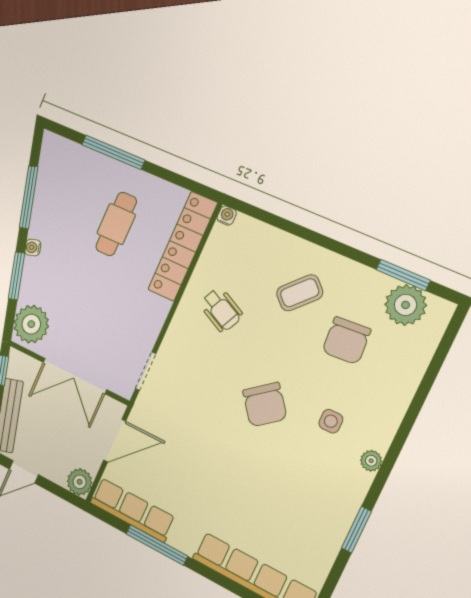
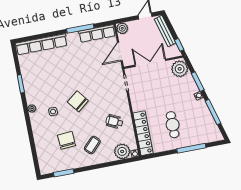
plant: (406, 305) -> (122, 151), moved

